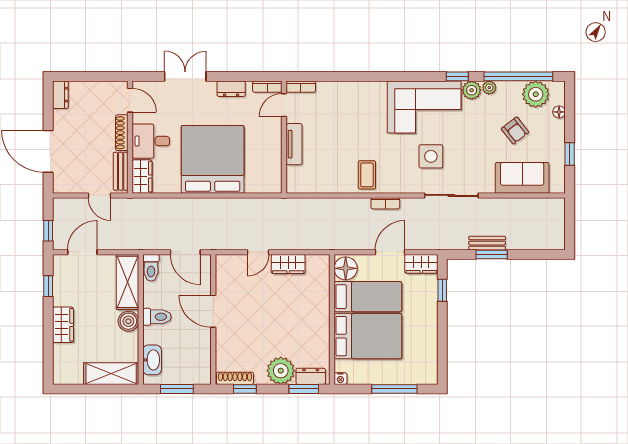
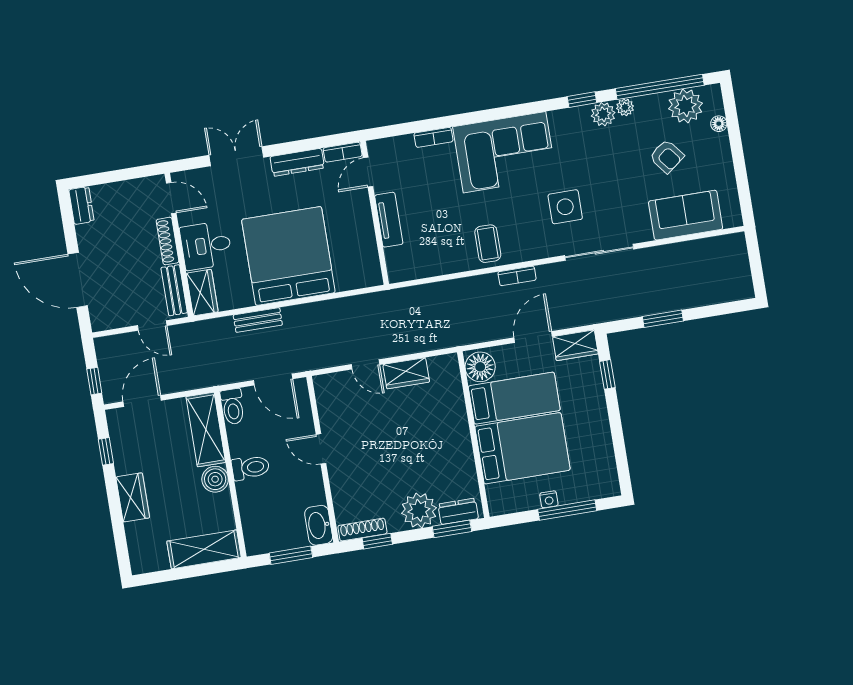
bookcase: (301, 87) -> (433, 137), moved
dresser: (231, 89) -> (297, 162), width x1.44
corner sofa: (424, 107) -> (505, 152), moved
window: (570, 154) -> (741, 175), removed
bench: (487, 243) -> (258, 320), moved
door: (258, 252) -> (365, 364), hinge flipped
door: (213, 311) -> (321, 449), width x0.73
washbasin: (152, 360) -> (319, 525), moved, turned 180
nightstand: (340, 379) -> (549, 499), moved

